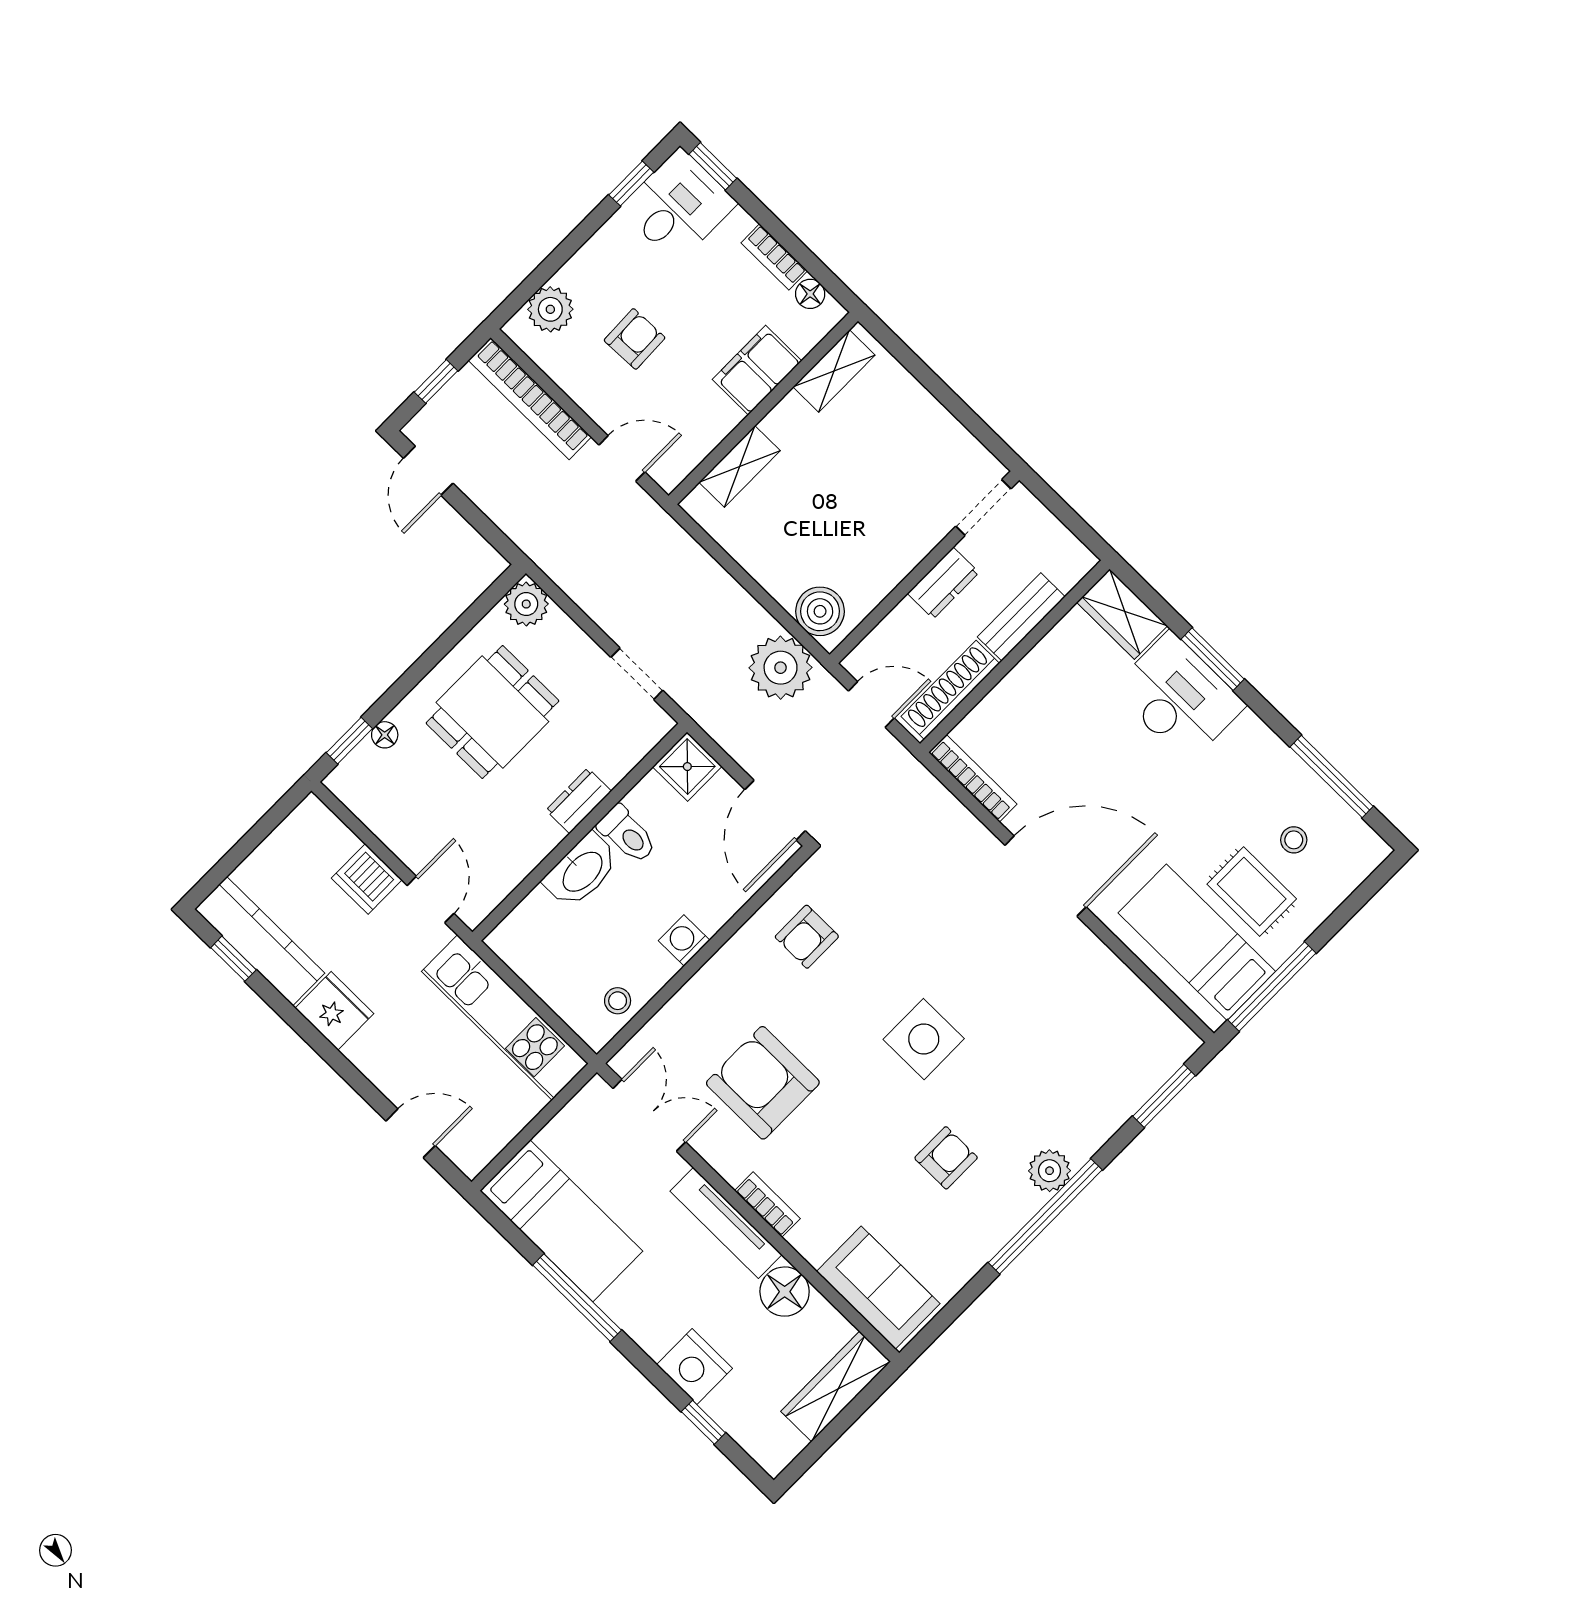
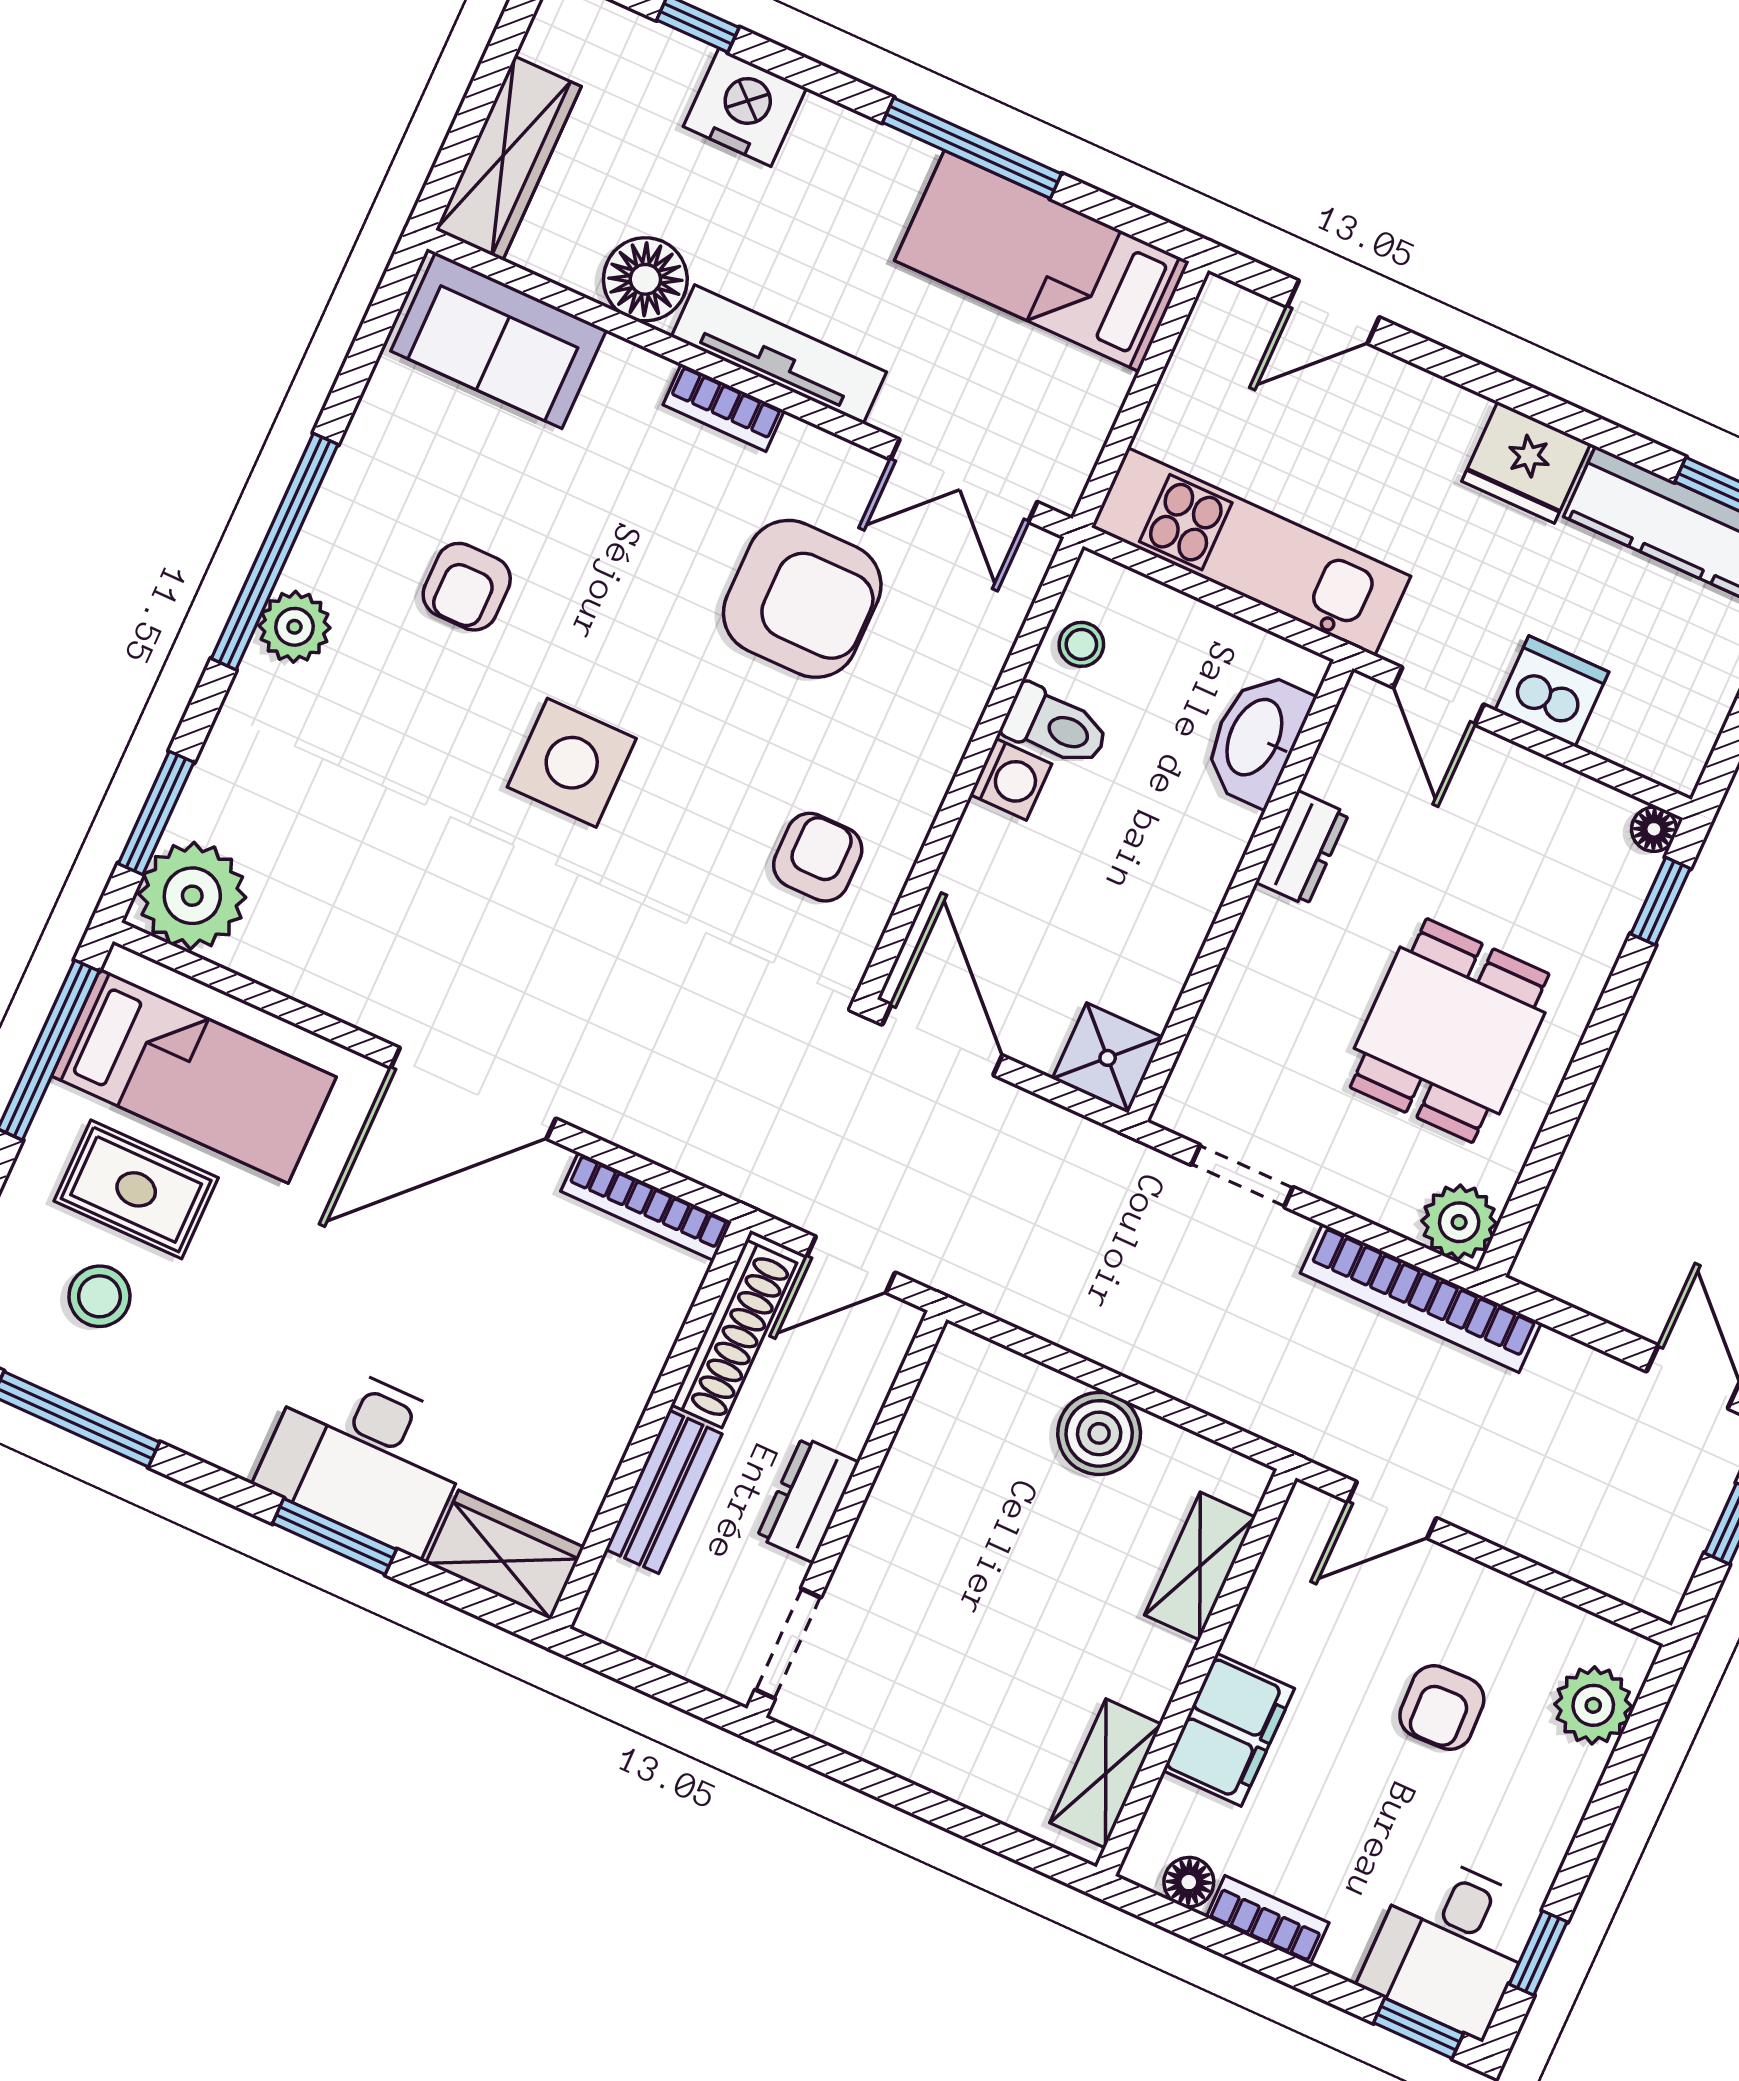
bookcase: (530, 399) -> (1421, 1298), moved, turned 180
boiler: (820, 611) -> (1099, 1433), moved
plant: (781, 668) -> (192, 896), moved
floor lamp: (385, 735) -> (1654, 829), moved
dresser: (579, 801) -> (1302, 848), moved
toilet: (627, 834) -> (1056, 726), moved, turned 180
stool: (1294, 840) -> (99, 1296), width x1.37, depth x1.37
washbasin: (582, 871) -> (1256, 738), moved

